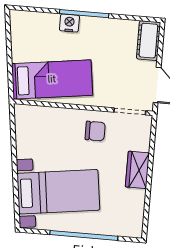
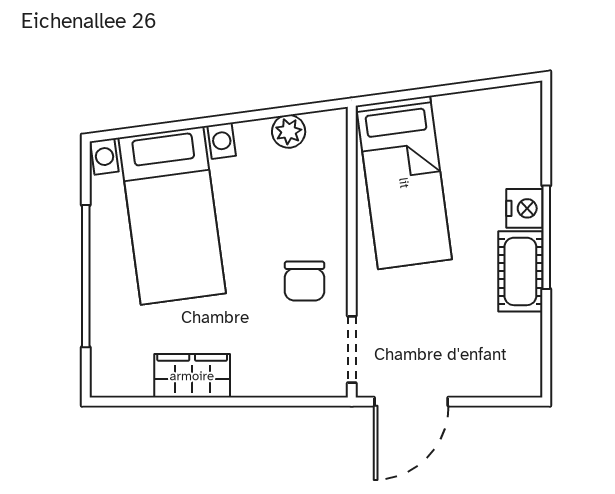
cot: (148, 41) -> (520, 271), moved, turned 90
plant: (23, 133) -> (289, 131), added
wardrobe: (137, 170) -> (192, 376), moved

